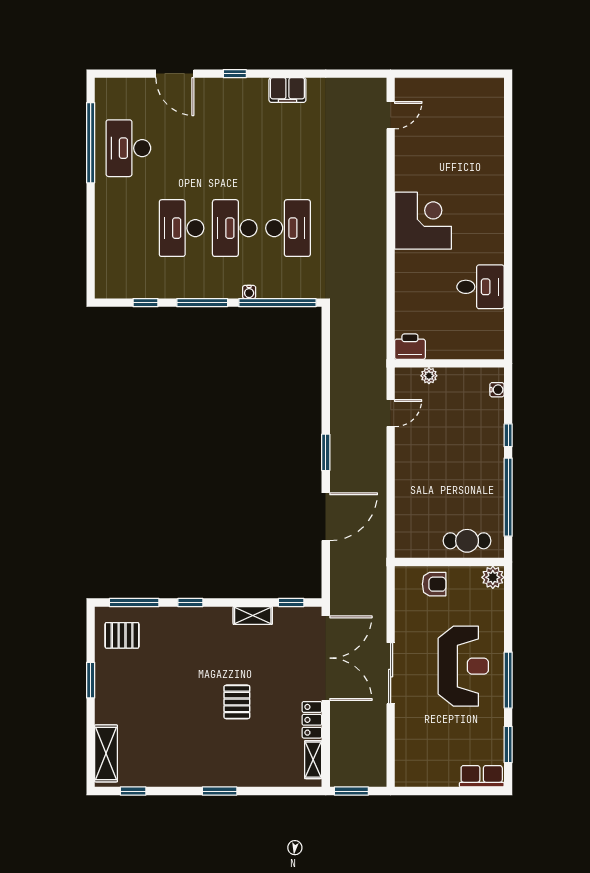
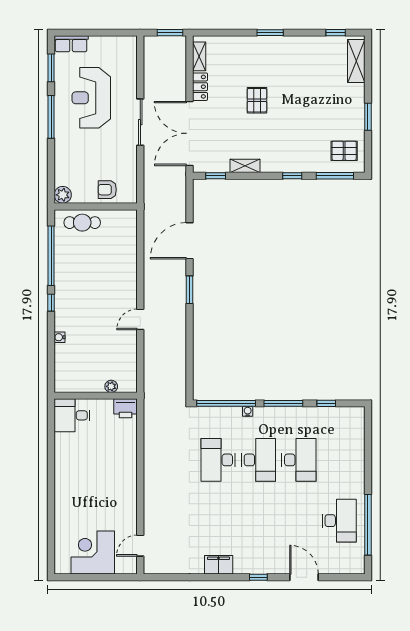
corner desk: (423, 221) -> (93, 553), moved, turned 90
printer: (410, 347) -> (126, 408), moved
wall: (449, 363) -> (96, 396), moved
plant: (429, 376) -> (111, 386), moved
reception desk: (463, 666) -> (91, 98), moved

